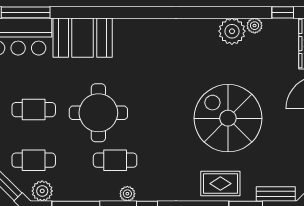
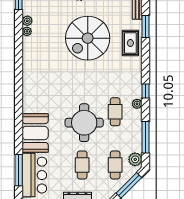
plant: (232, 31) -> (27, 31), width x0.53, depth x0.53

